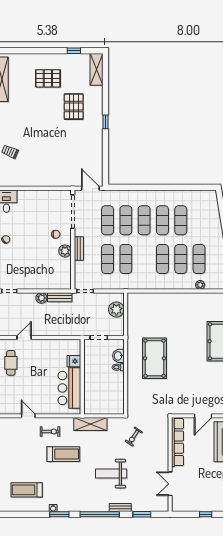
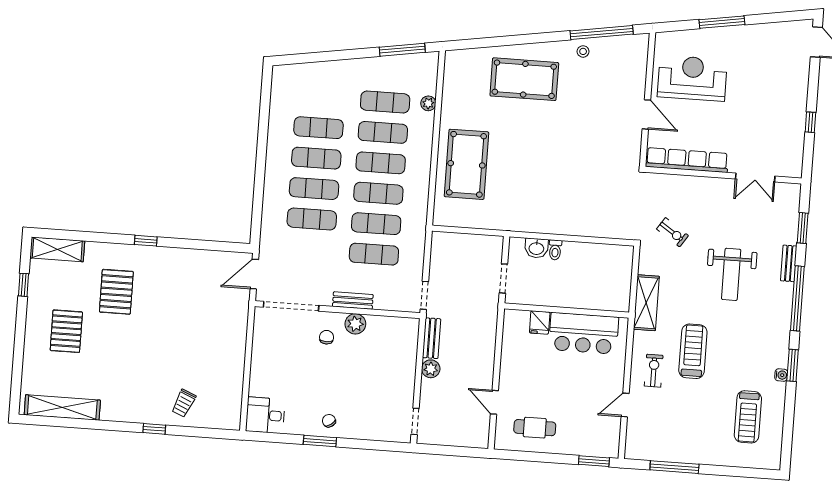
pallet: (74, 107) -> (116, 292), turned 90
exercise mat: (108, 220) -> (378, 193), moved
plant: (116, 309) -> (459, 246), removed
pool table: (154, 358) -> (466, 164), moved, turned 90

